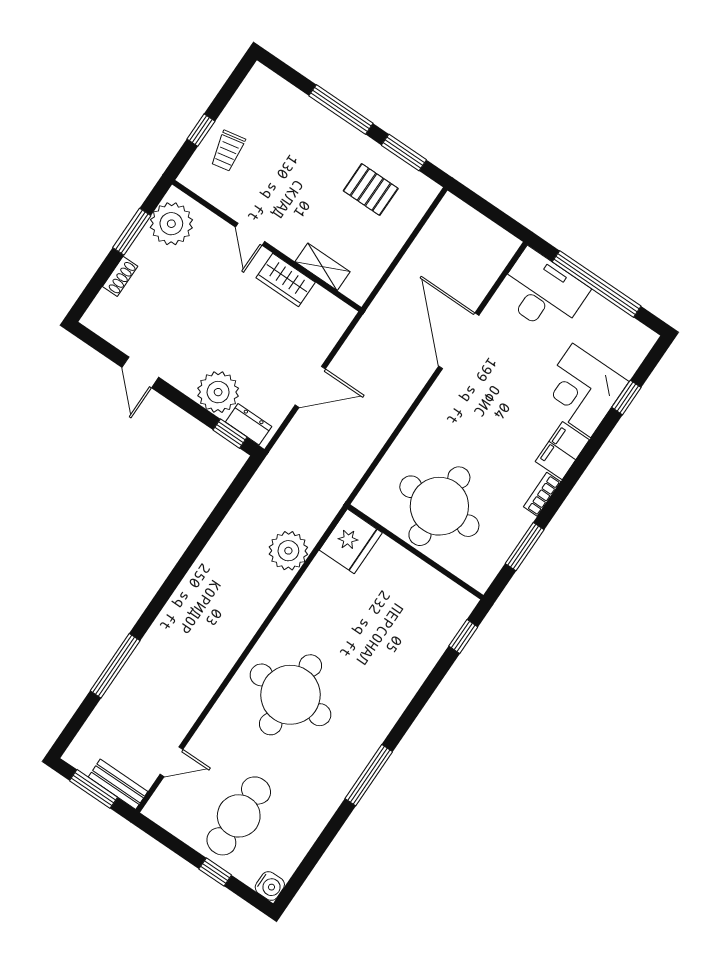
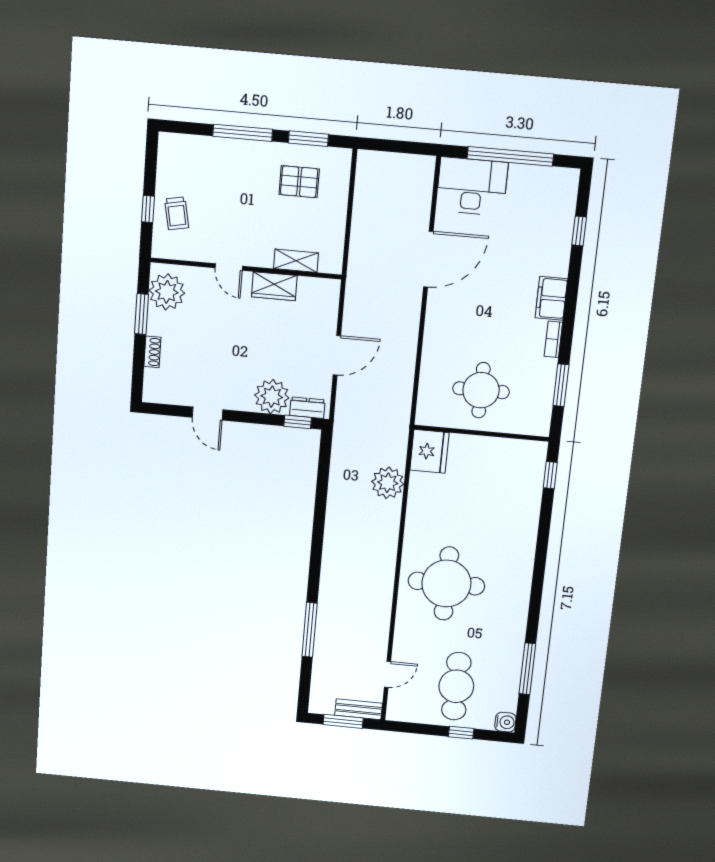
door: (459, 341) -> (428, 259), swing flipped
corner desk: (582, 390) -> (542, 245), removed
round table: (439, 506) -> (481, 390), width x0.73, depth x0.73
window: (369, 775) -> (527, 669), moved

